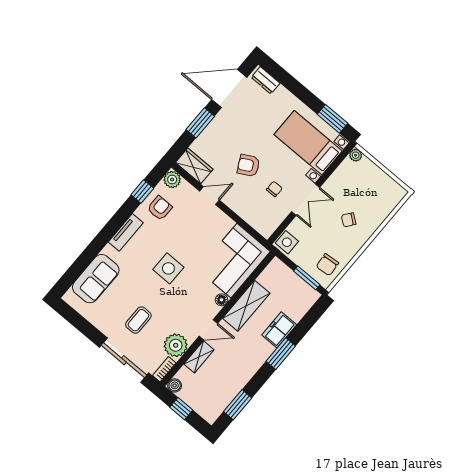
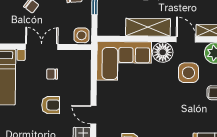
armchair: (249, 165) -> (51, 105), turned -62
side table: (168, 268) -> (188, 73), moved
floor lamp: (222, 300) -> (163, 52), width x1.89, depth x1.89

